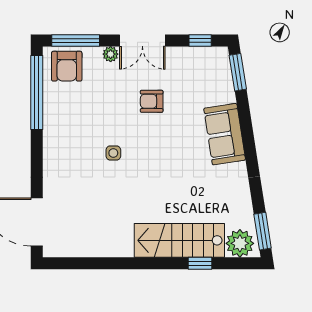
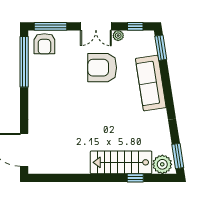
plant: (111, 54) -> (118, 36), moved
armchair: (152, 101) -> (102, 68), width x1.88, depth x1.88
sofa: (225, 134) -> (151, 83), width x1.36
side table: (113, 153) -> (76, 103), removed

